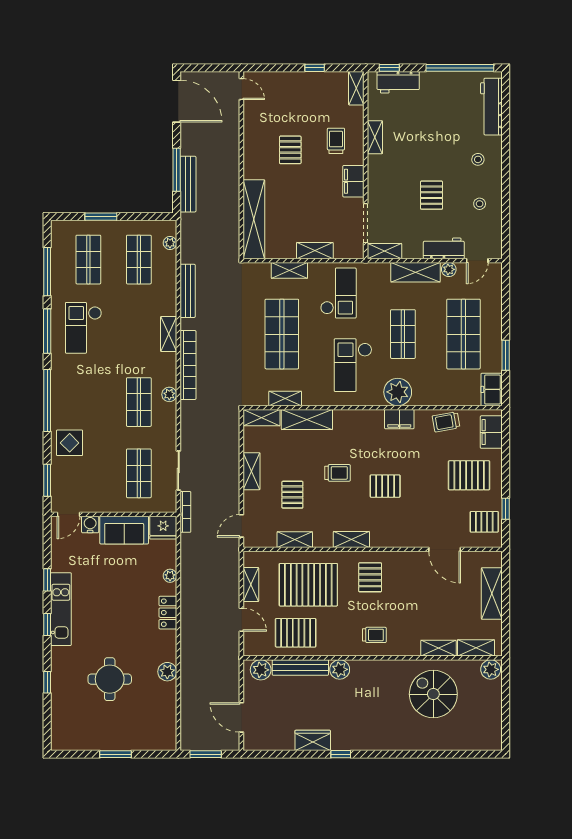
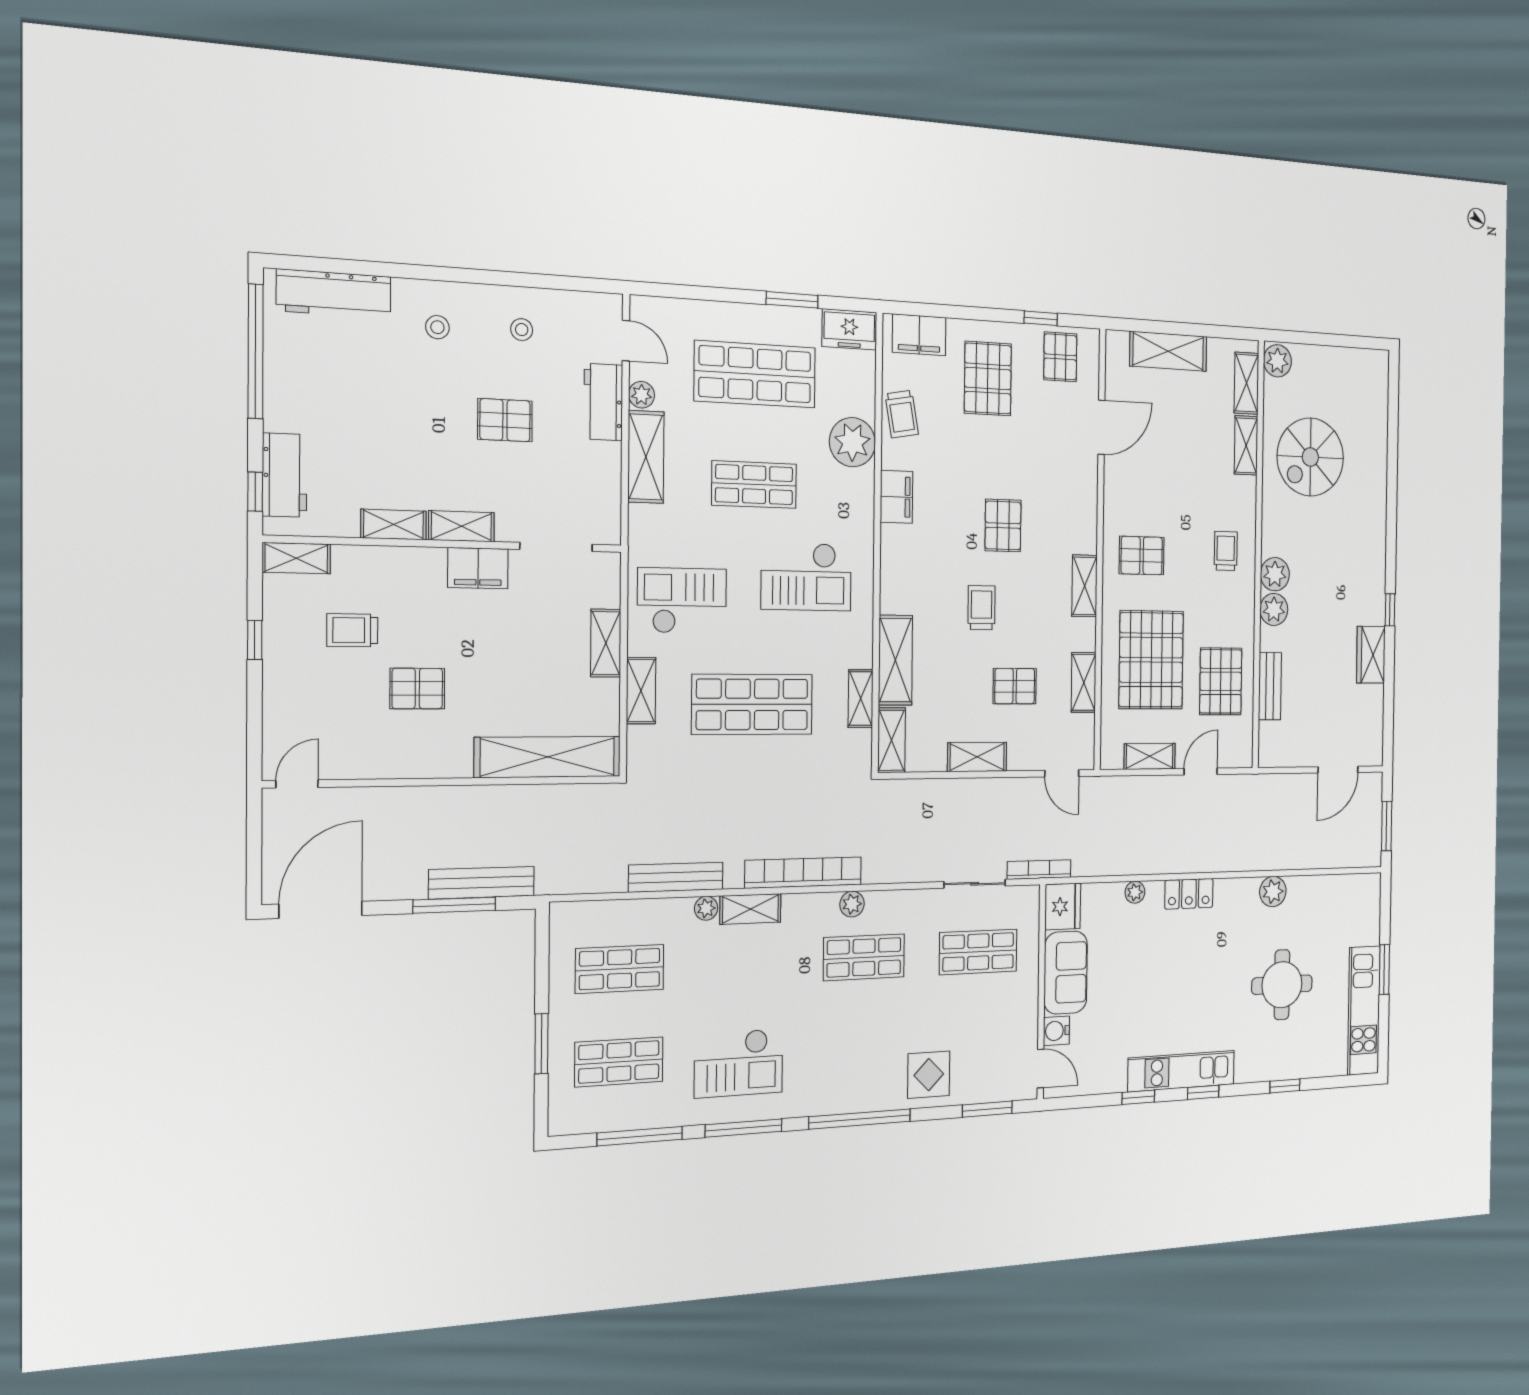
trolley: (336, 141) -> (352, 630), moved
plant: (170, 243) -> (706, 908), moved
shelving: (385, 251) -> (461, 526), moved, turned 90
plant: (398, 392) -> (852, 442), moved
bench: (300, 667) -> (1270, 686), width x0.73
plant: (261, 670) -> (1275, 574), moved
kitchen unit: (91, 739) -> (1364, 1010), added

